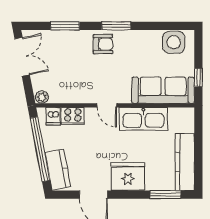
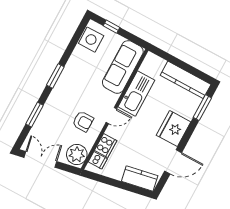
armchair: (103, 44) -> (83, 122), moved, turned 90
window: (198, 77) -> (111, 27), moved
plant: (42, 97) -> (77, 154), width x1.88, depth x1.88
window: (40, 149) -> (117, 184), removed

